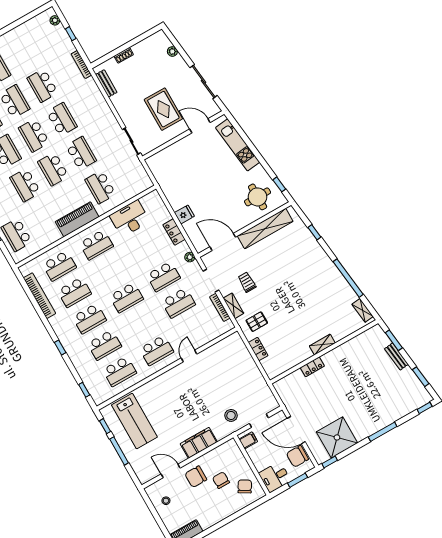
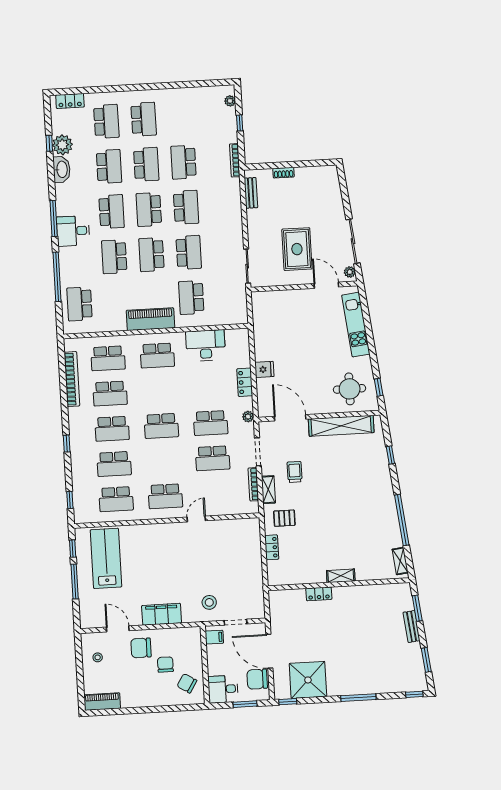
plant: (172, 51) -> (350, 272), moved
lab bench: (134, 421) -> (106, 558), turned 180
chair: (245, 486) -> (187, 683), turned -89

